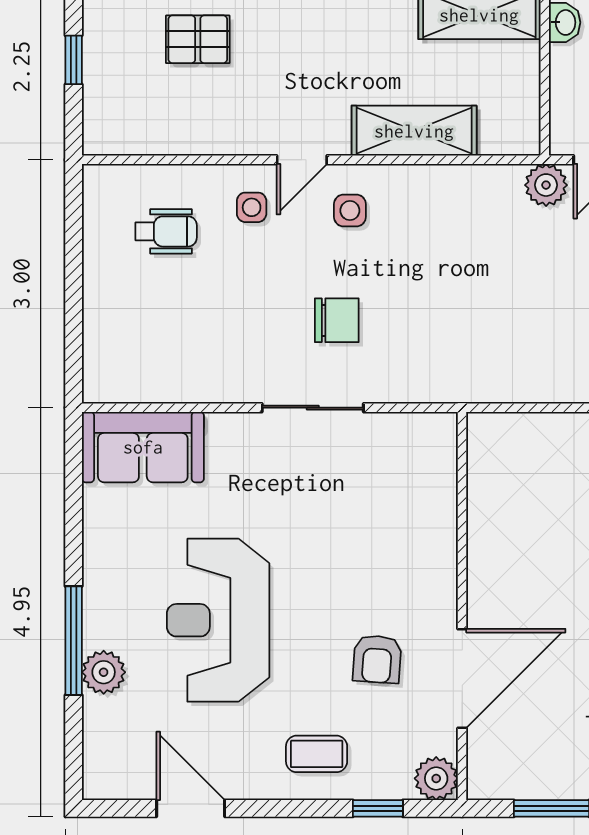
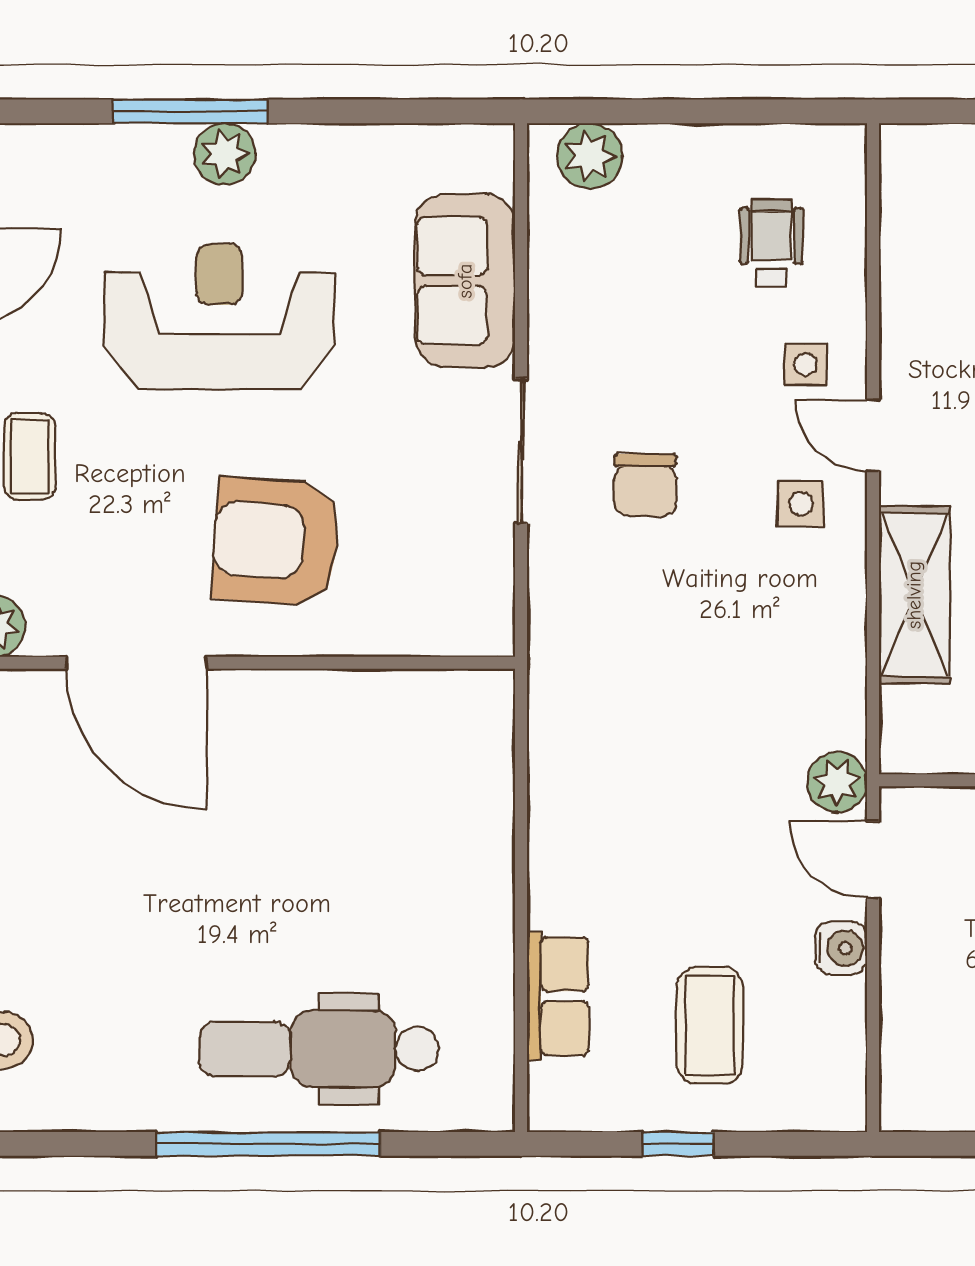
wheelchair: (166, 231) -> (771, 243), turned 180
plant: (105, 359) -> (590, 156), added
sofa: (143, 447) -> (465, 281), moved
armchair: (377, 659) -> (276, 541), moved, width x1.88, depth x1.88
plant: (104, 672) -> (225, 154), moved

